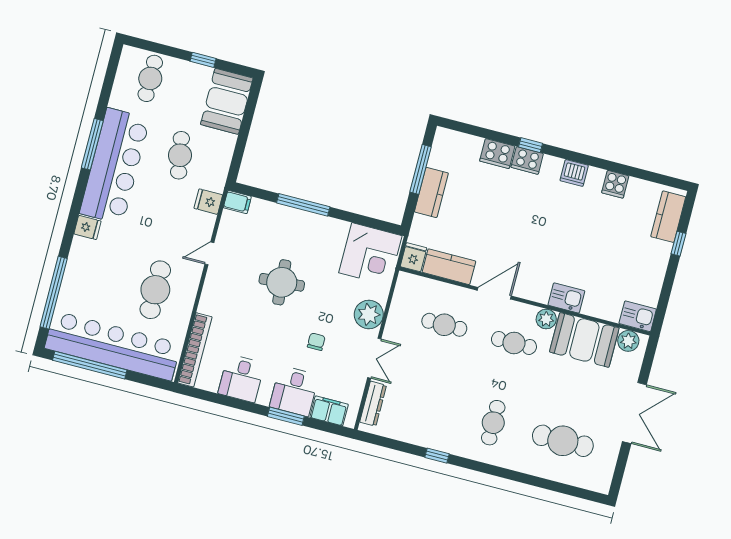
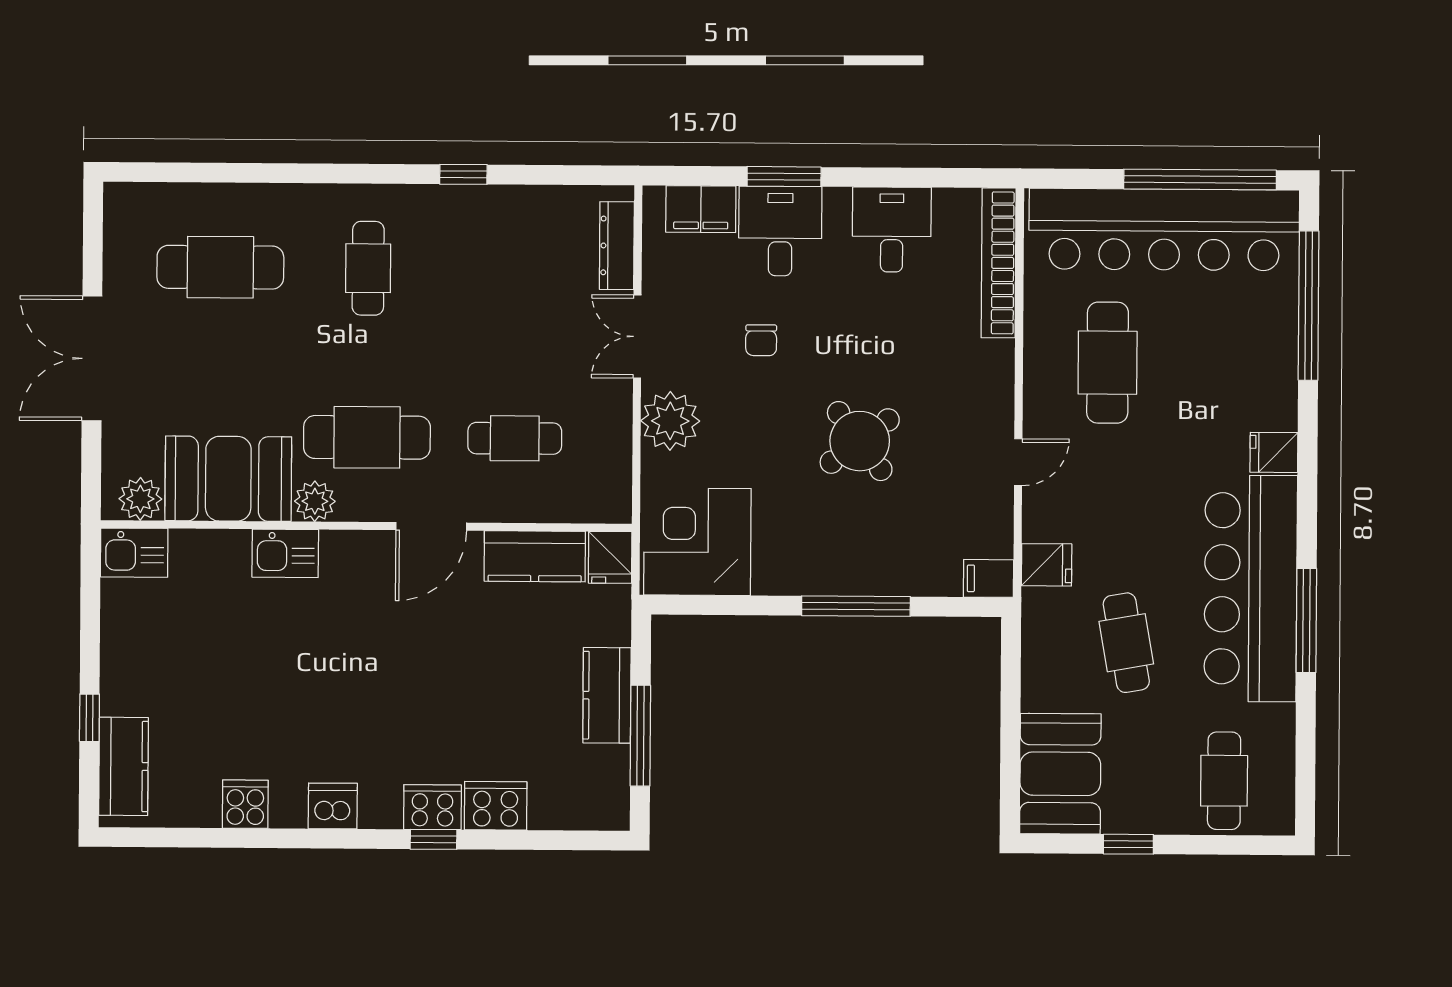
round table: (282, 282) -> (860, 441), turned -33
cafe table: (514, 343) -> (367, 437), width x1.37, depth x1.35

